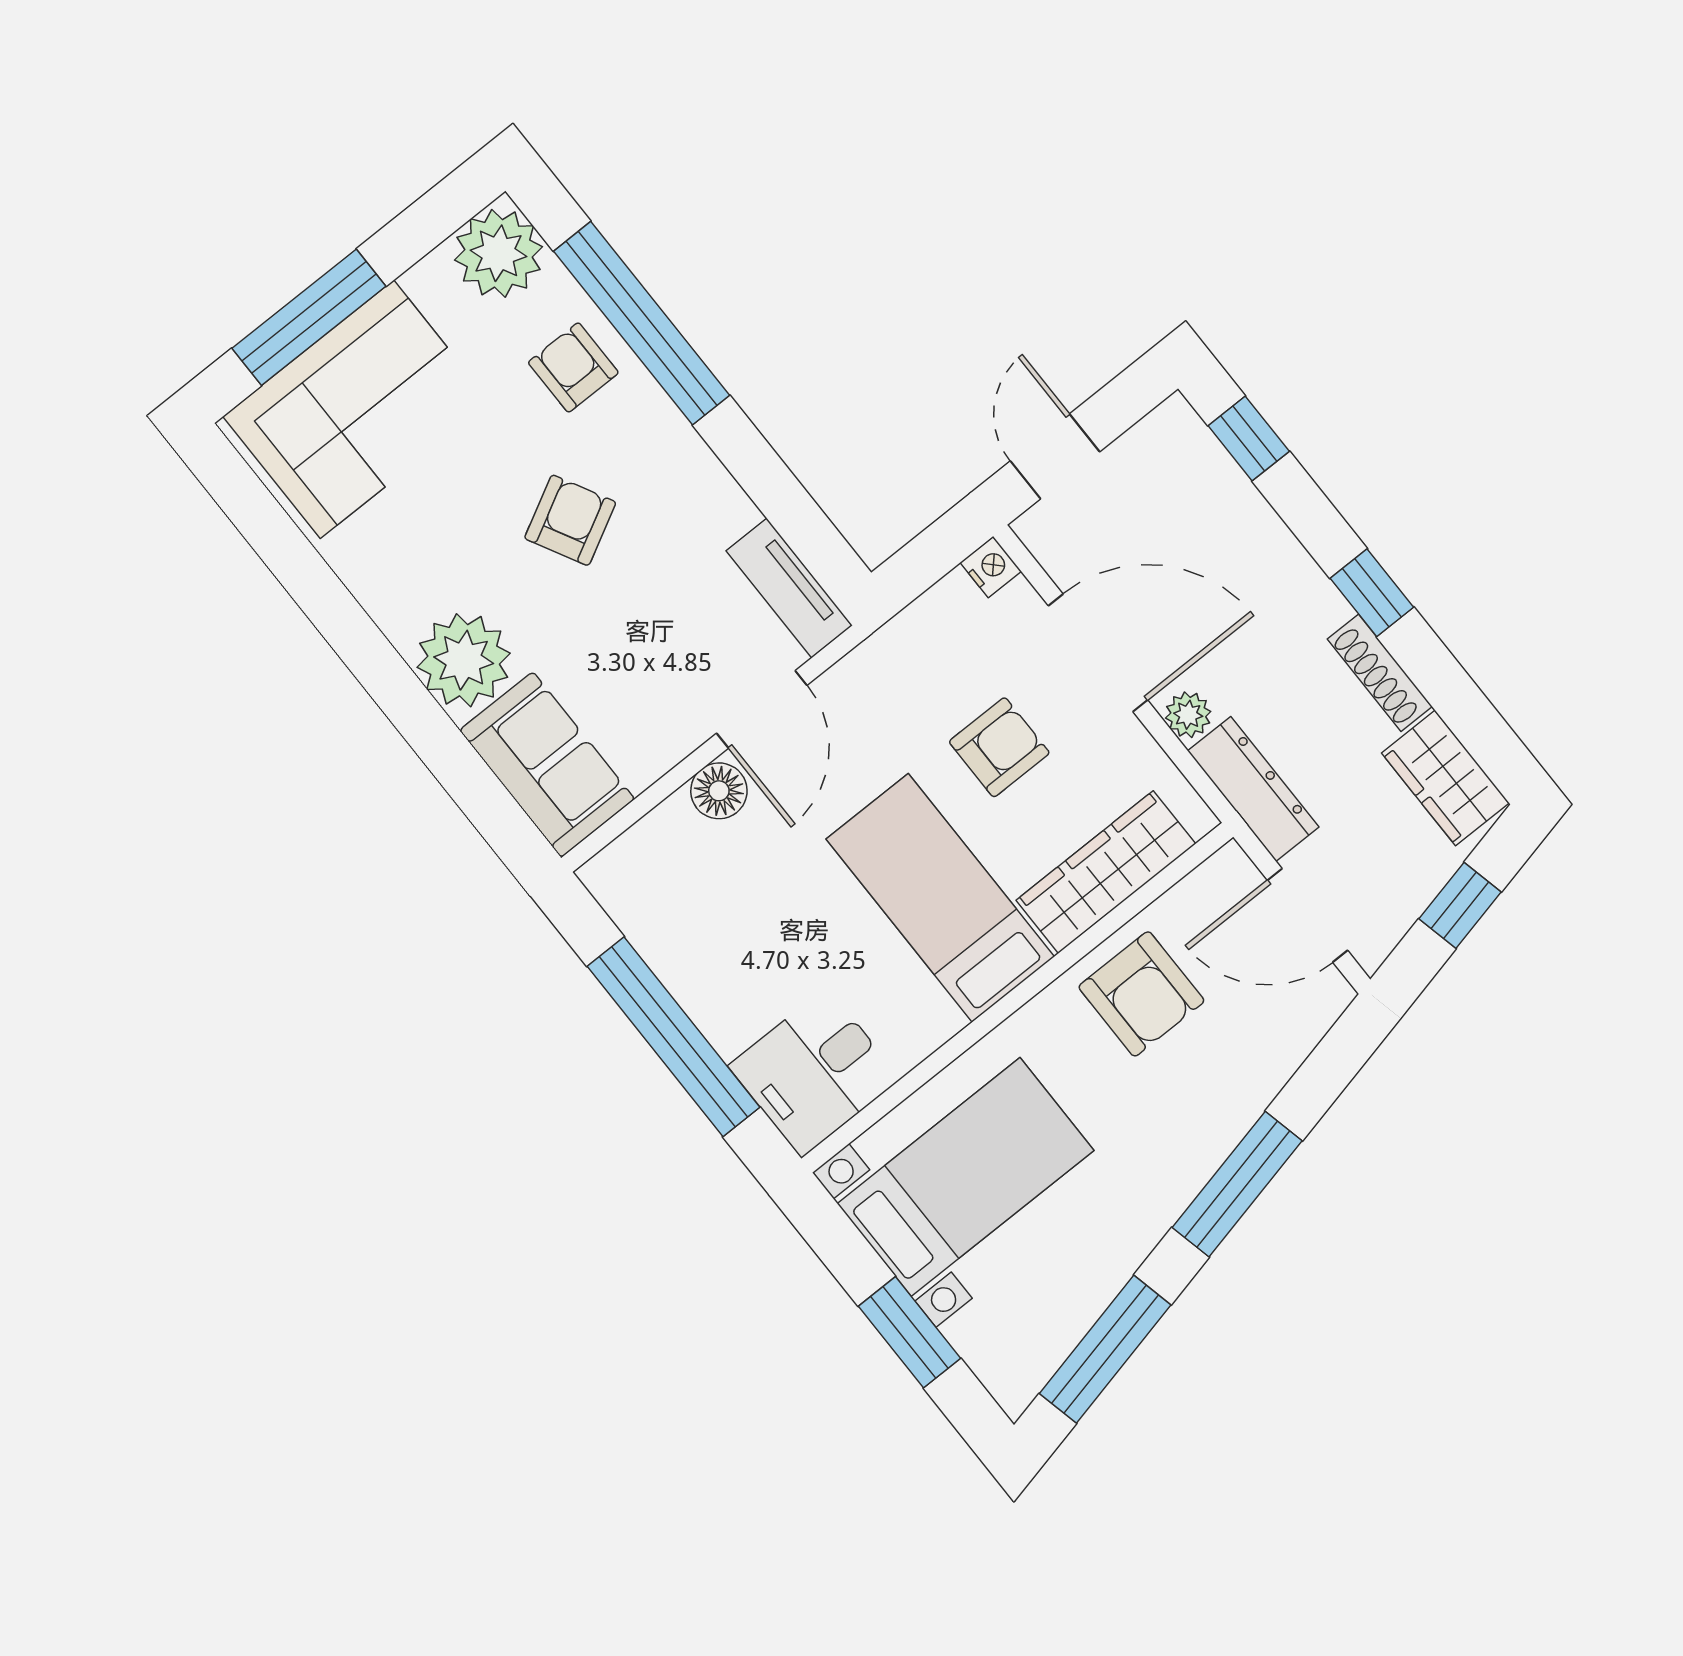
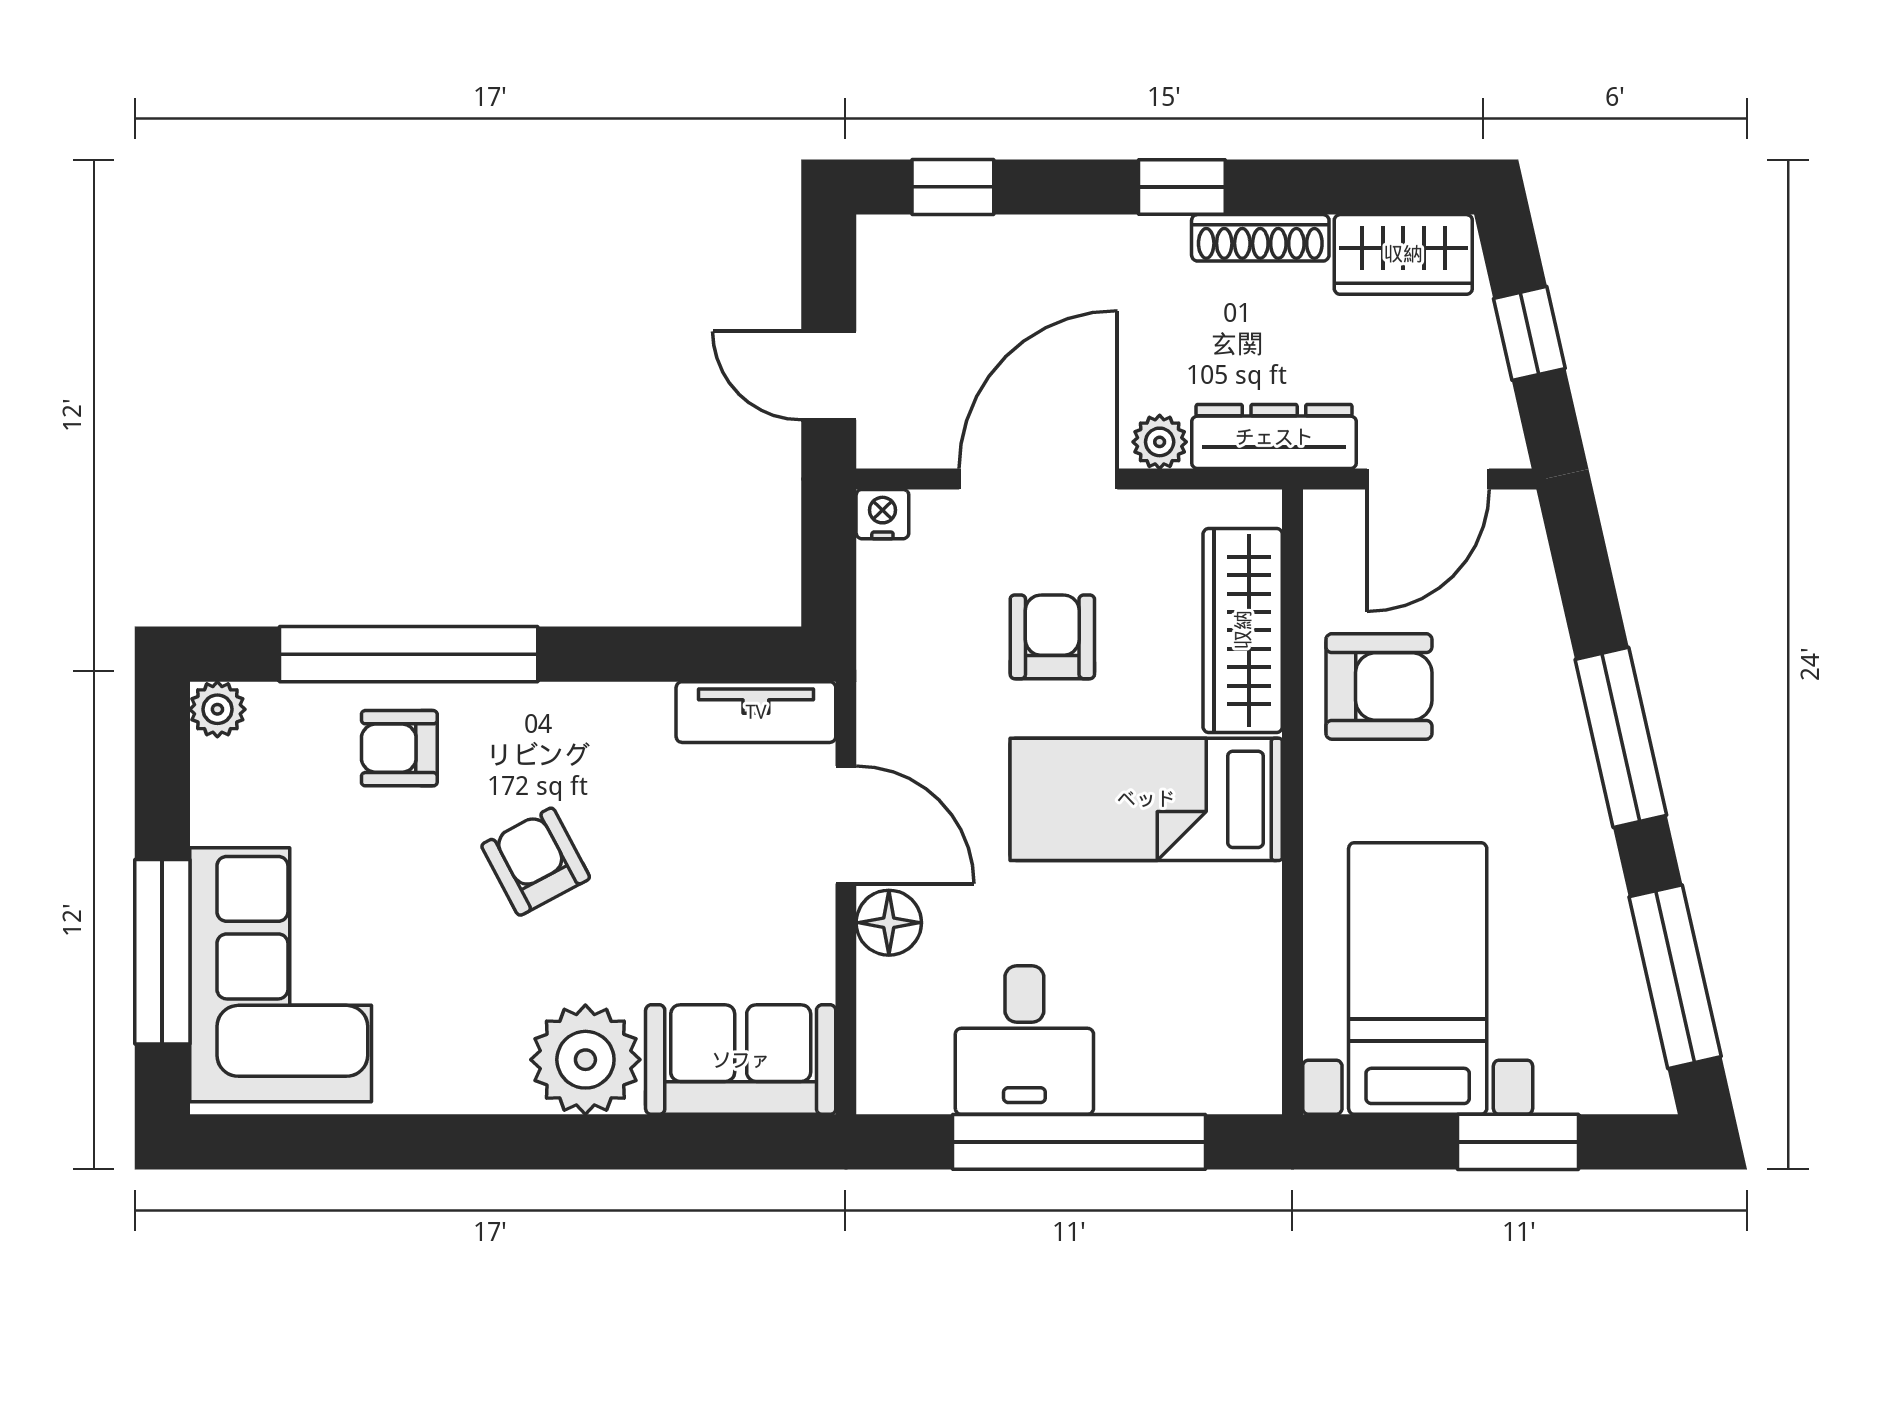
plant: (498, 253) -> (217, 709), width x0.53, depth x0.53
desk: (814, 1072) -> (1024, 1040), moved

